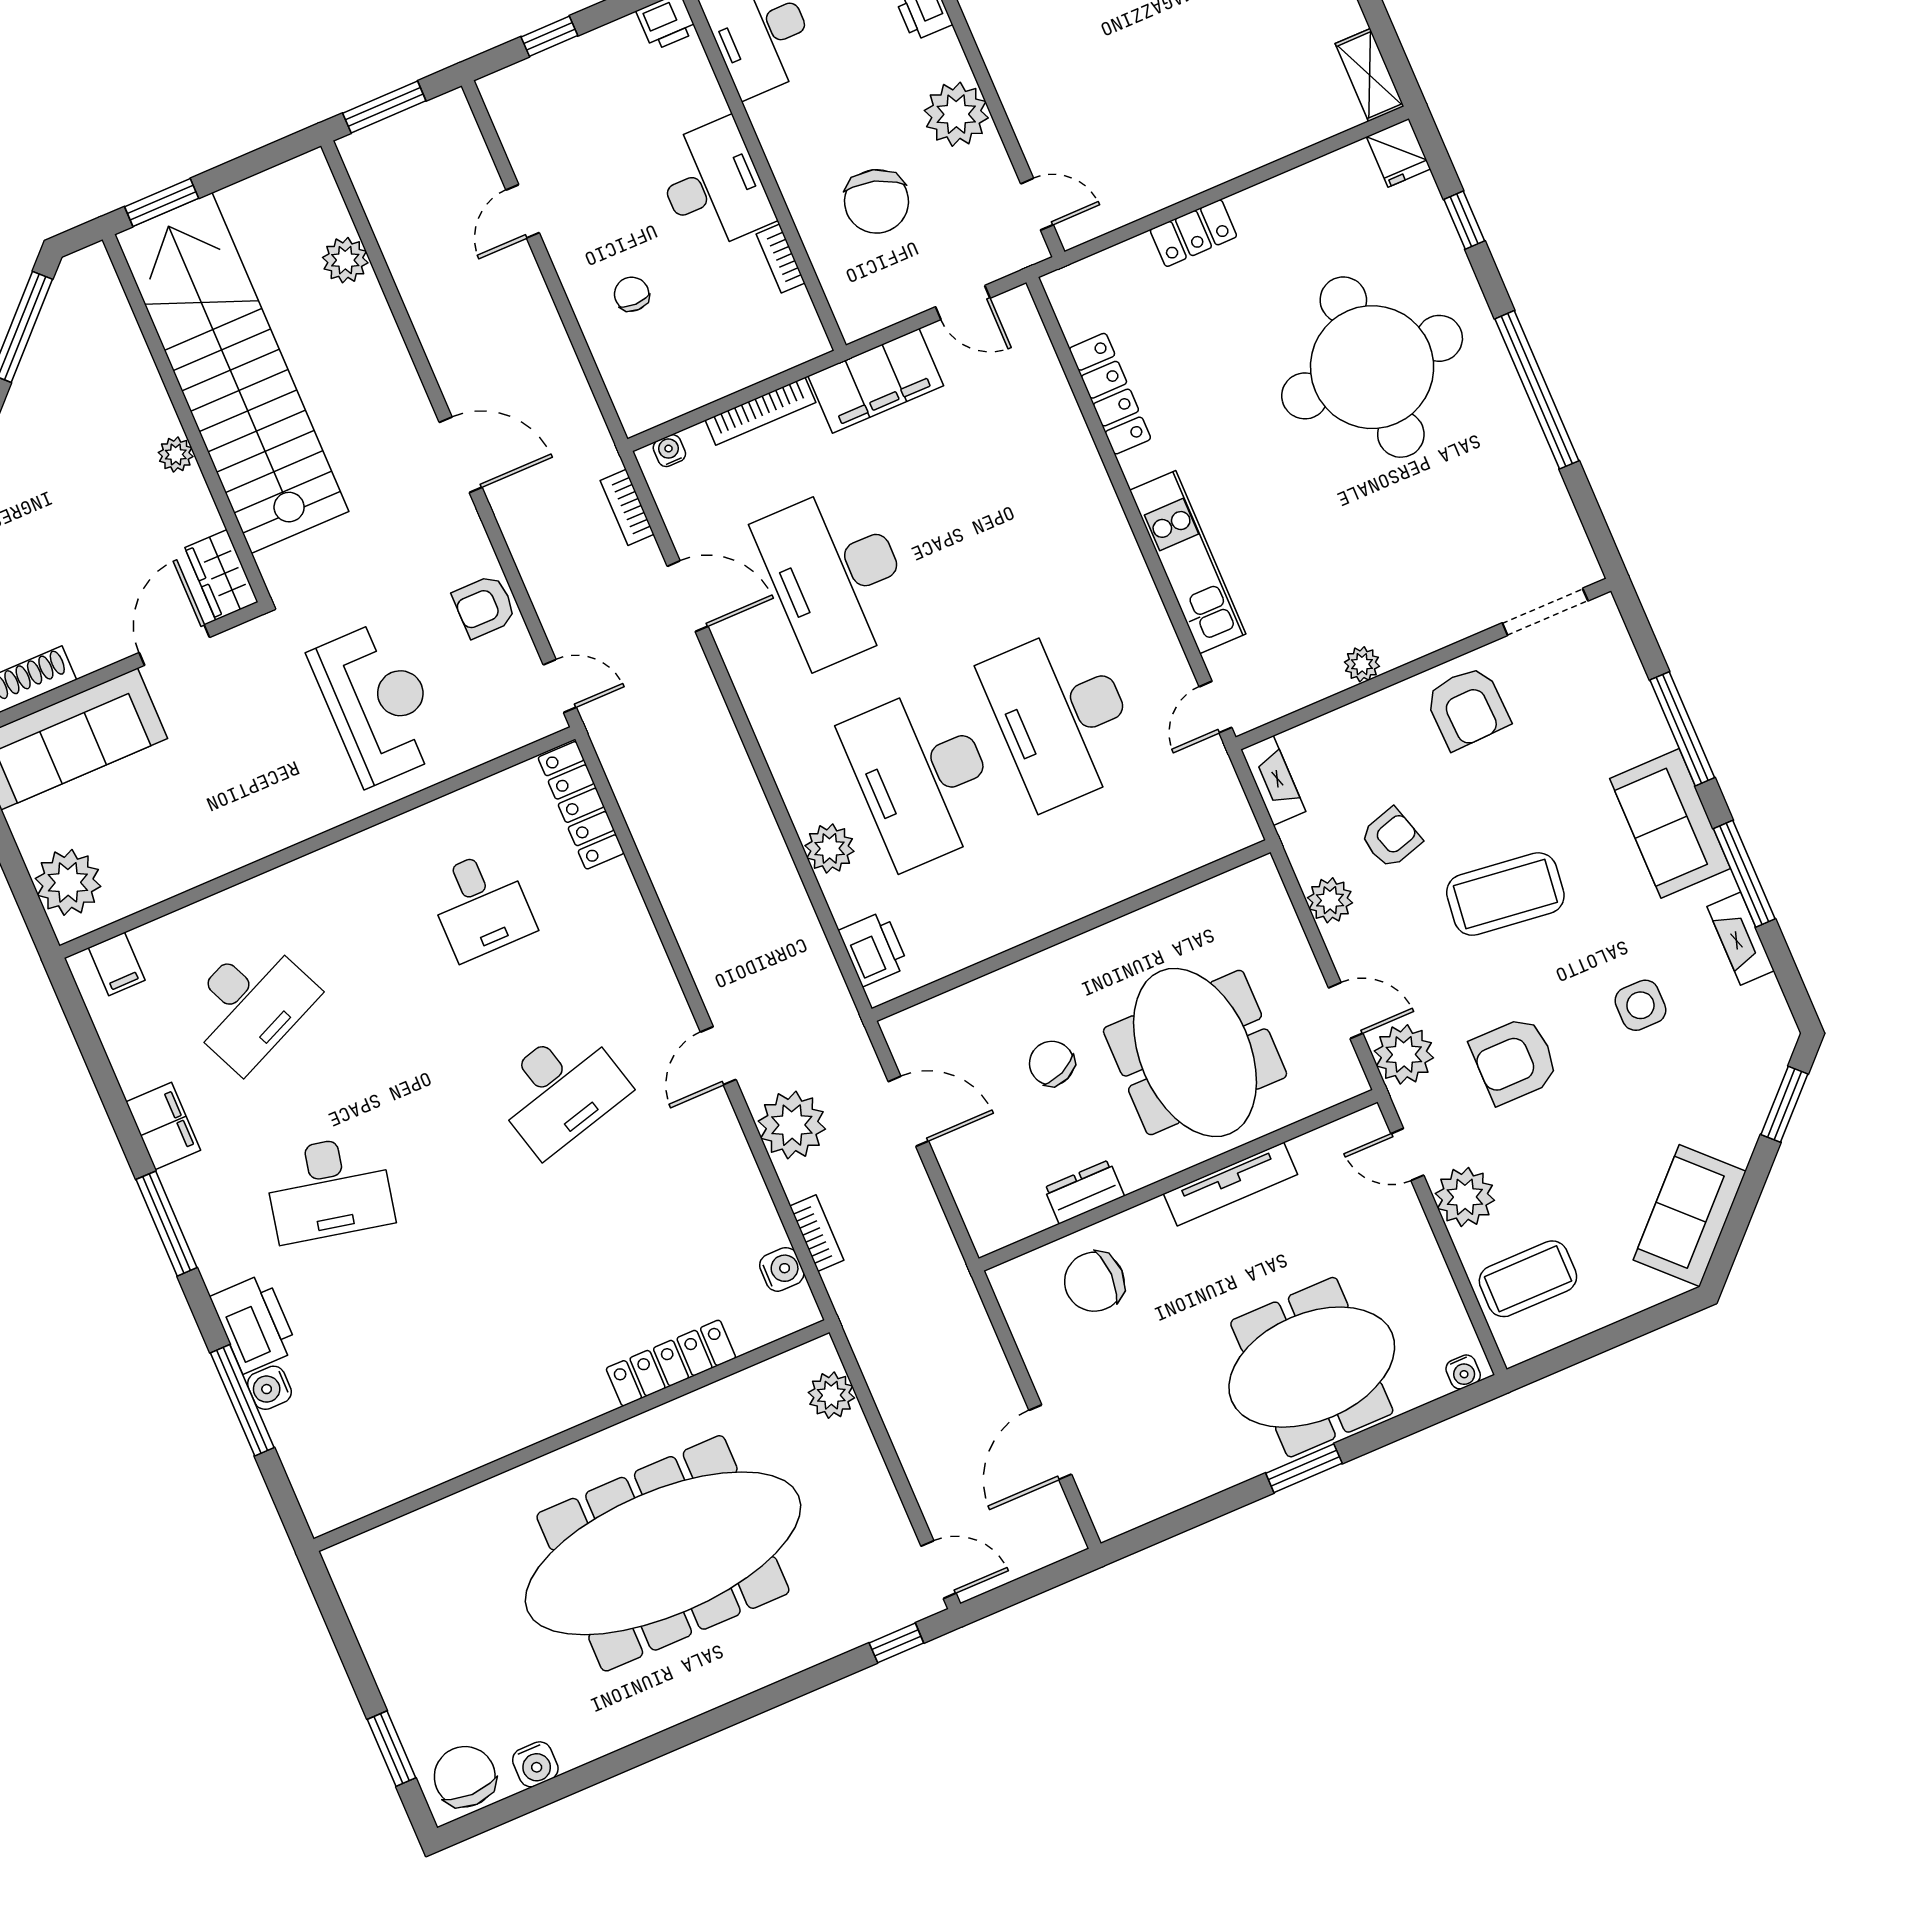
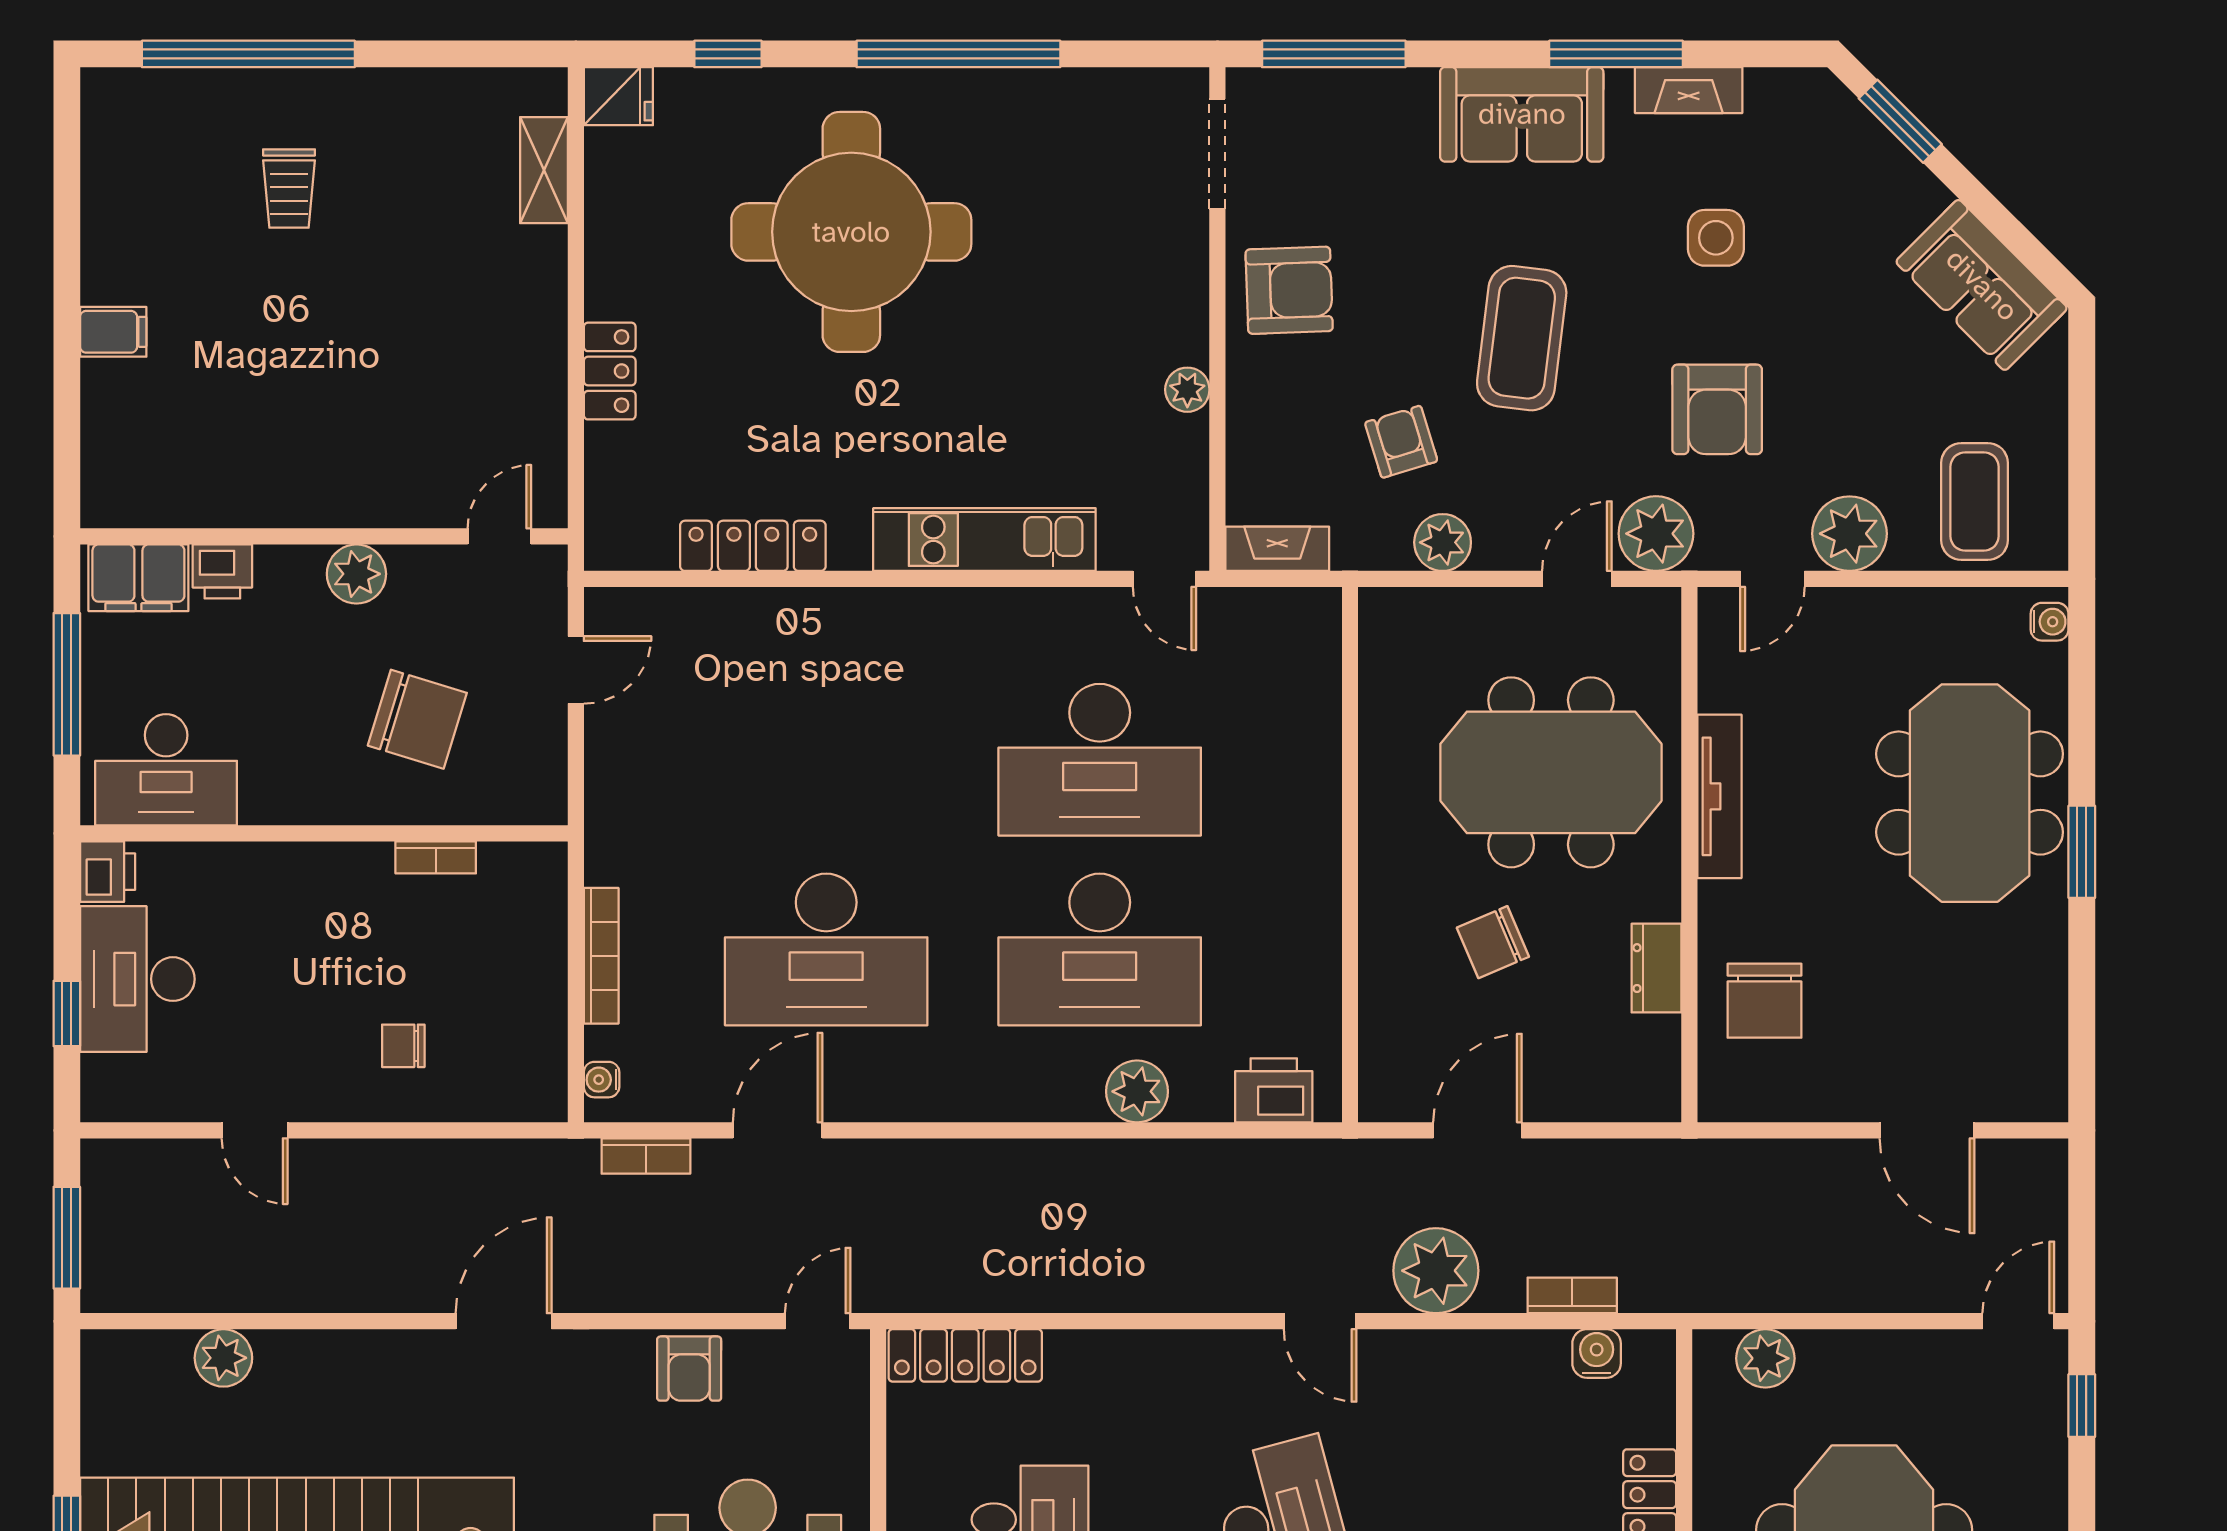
shelving: (1370, 75) -> (544, 170), moved, turned 90
plant: (956, 114) -> (356, 574), width x0.73, depth x0.73
desk: (713, 185) -> (137, 979), moved, turned -90
filing cabinet: (876, 381) -> (623, 808), removed
window: (1682, 729) -> (1334, 54), moved

